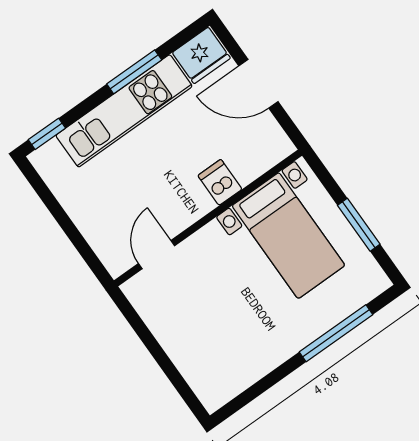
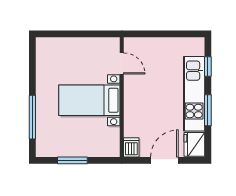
window: (47, 134) -> (208, 66), moved
dishwasher: (220, 182) -> (131, 147), moved, turned -90
bed with nightstands: (288, 236) -> (89, 100), moved

